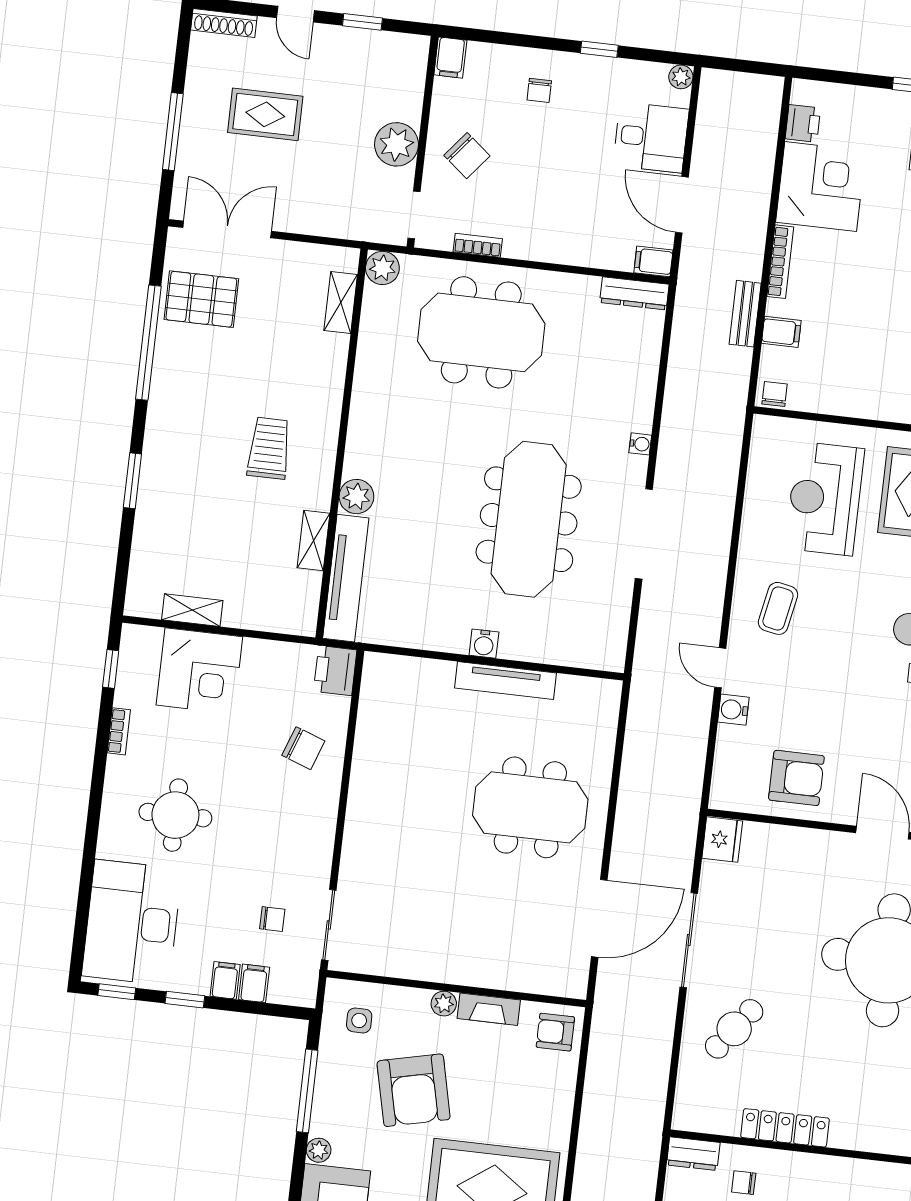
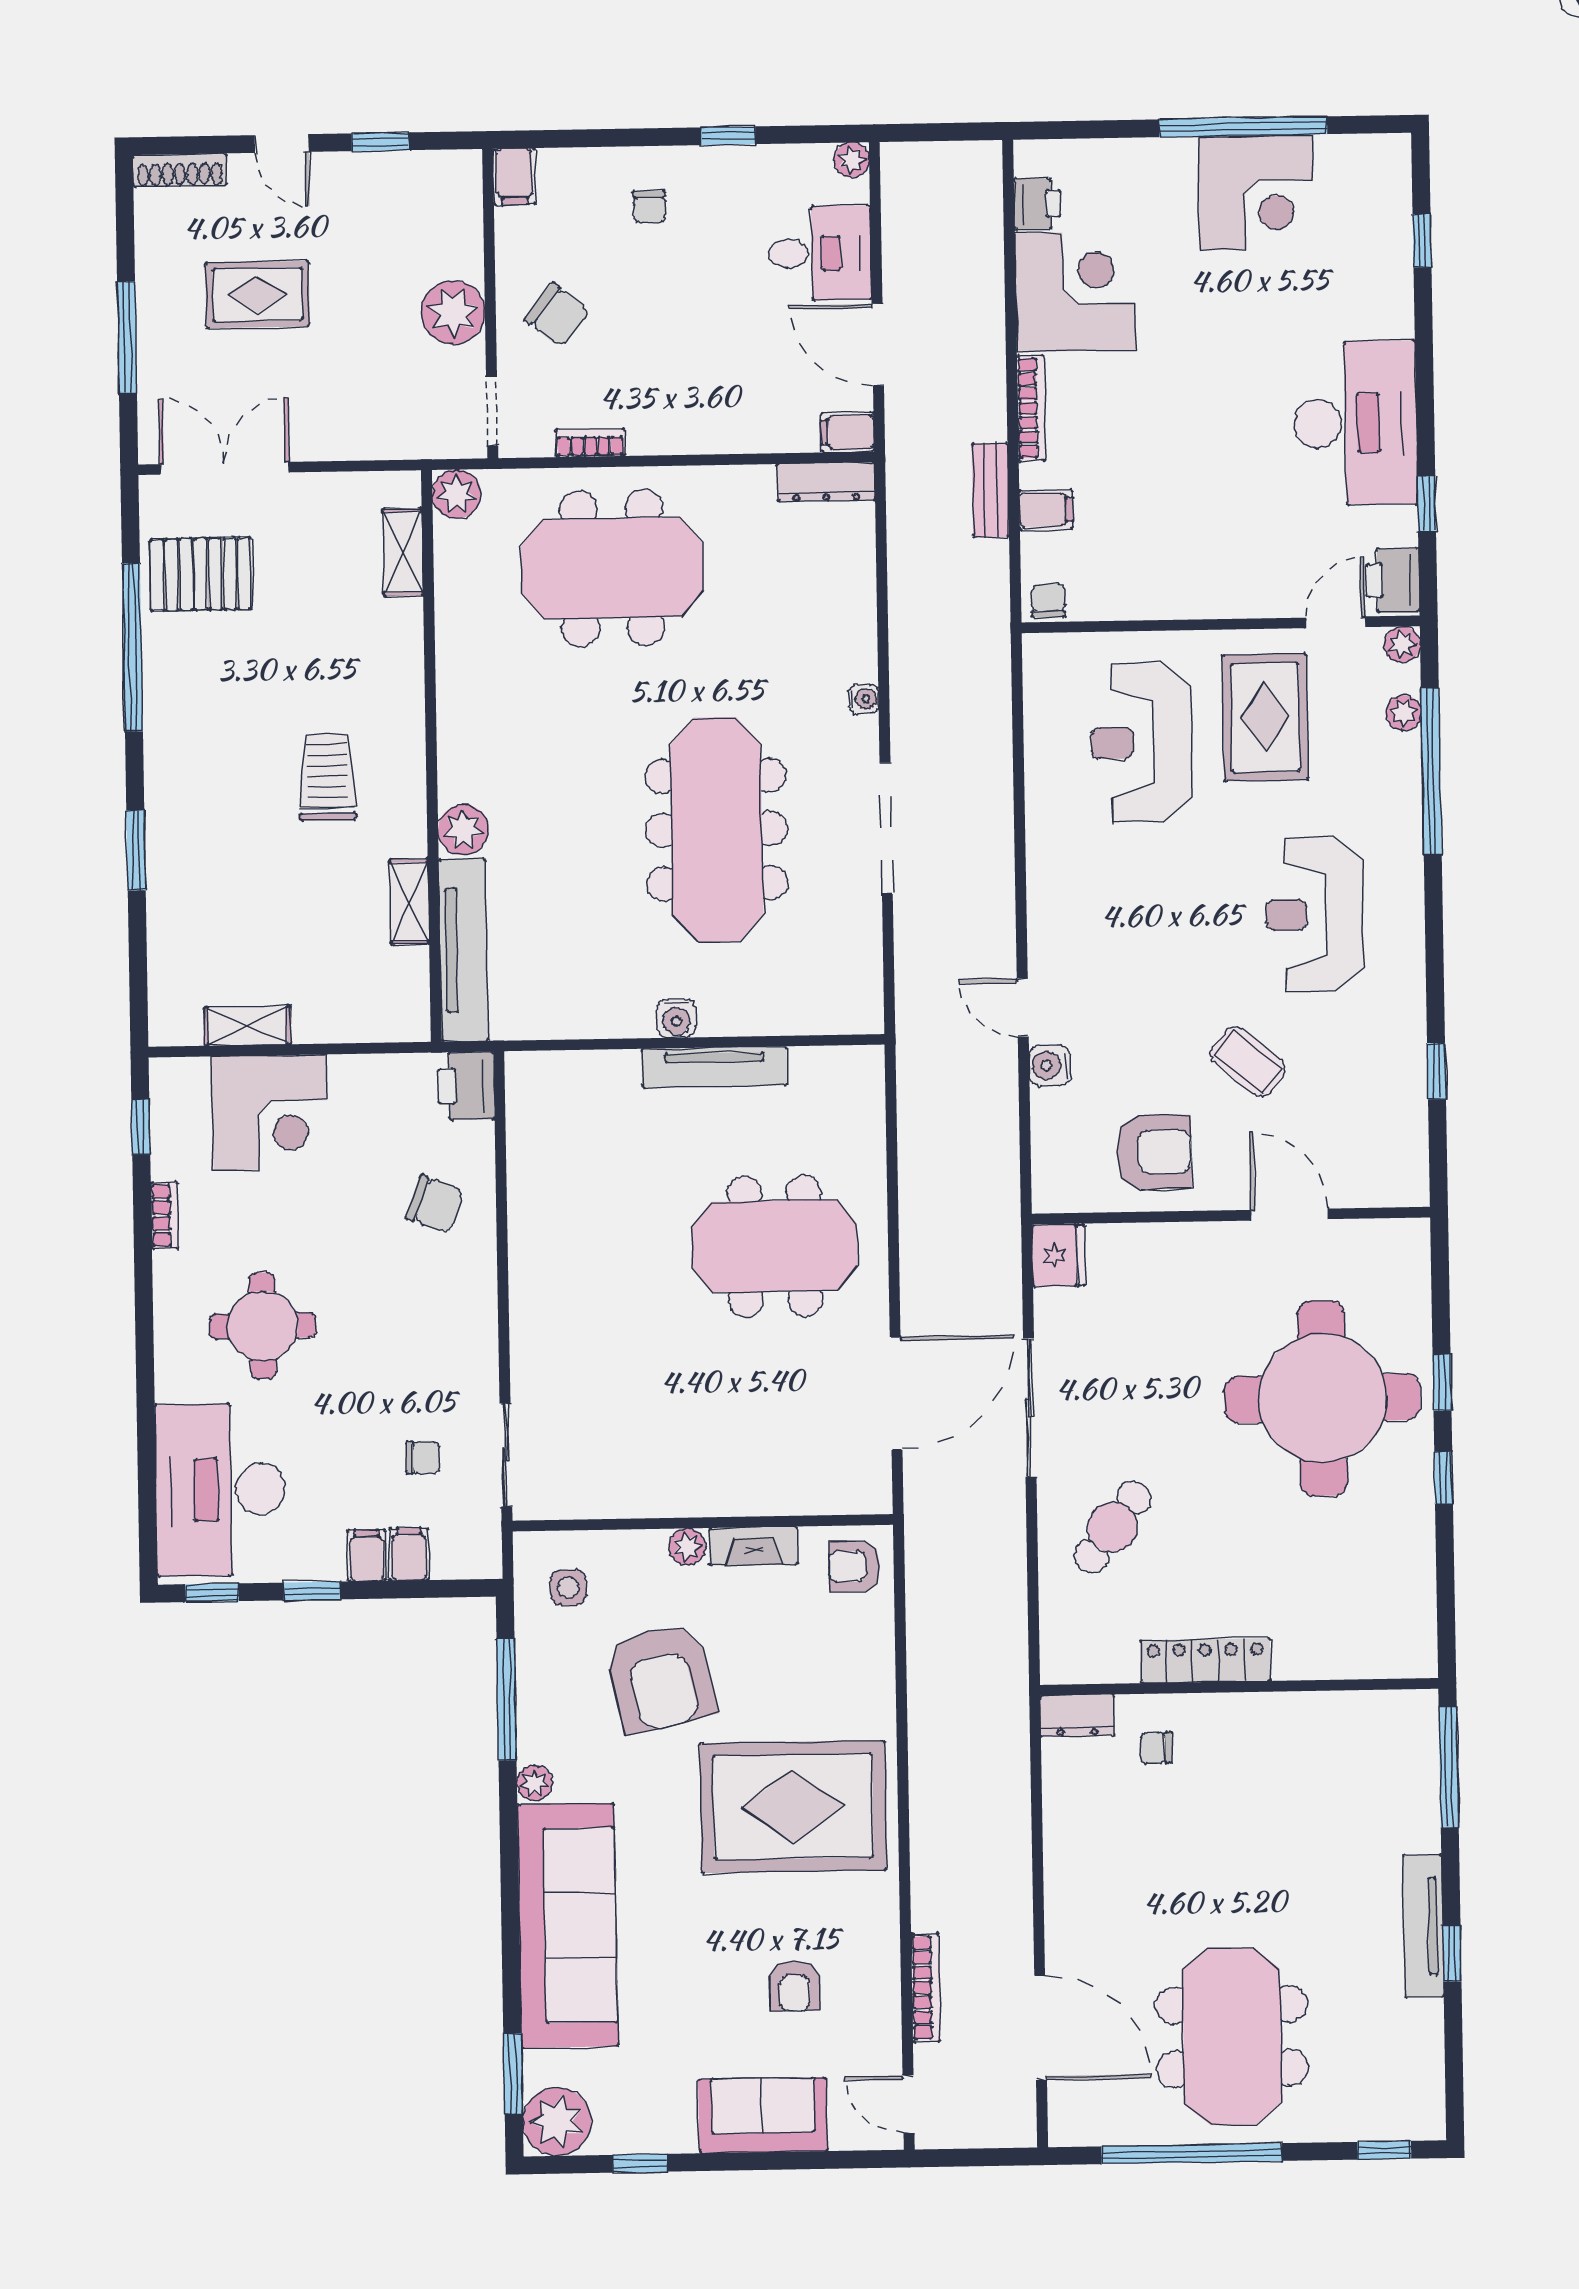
coffee table: (778, 608) -> (1248, 1062), moved, turned -62

